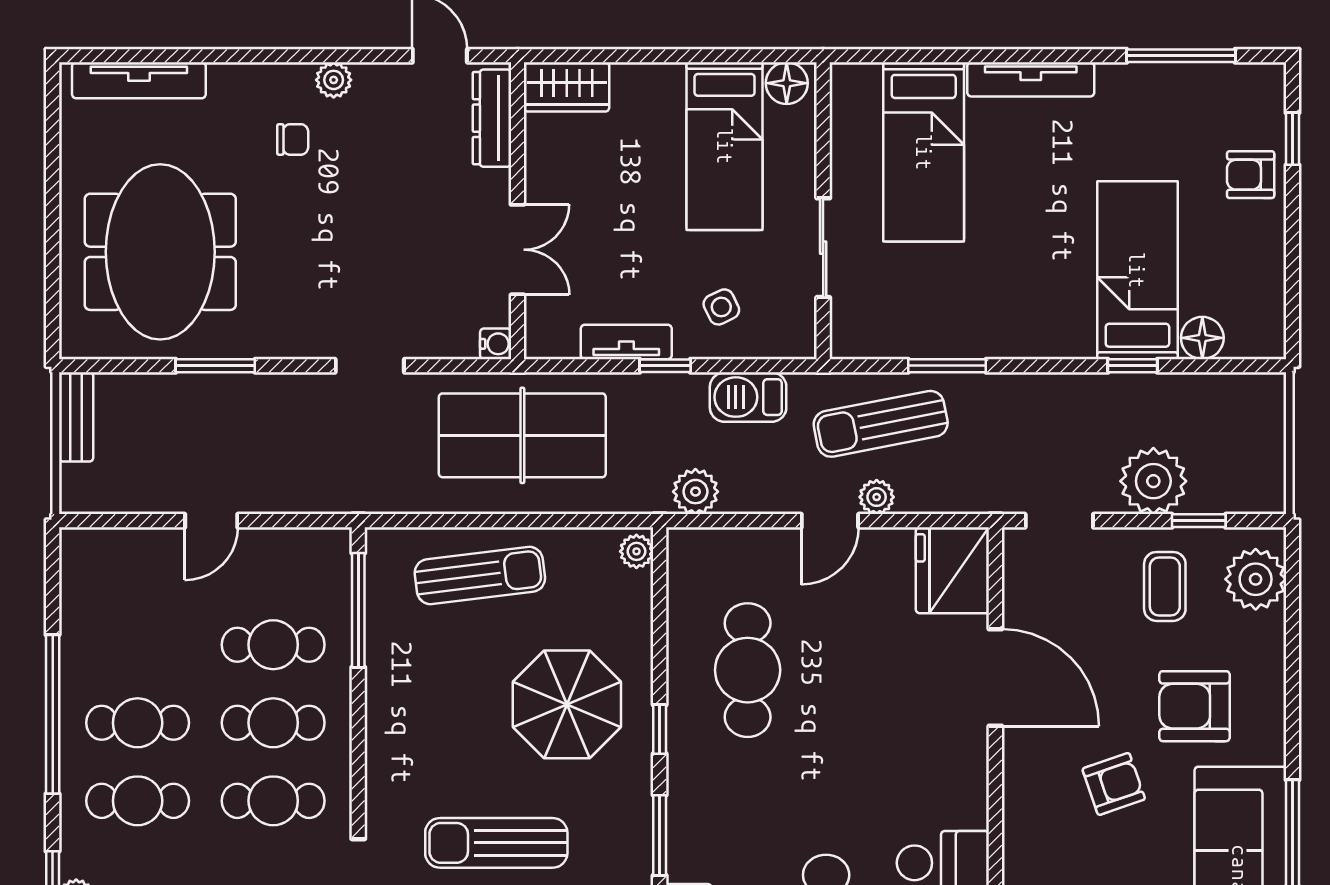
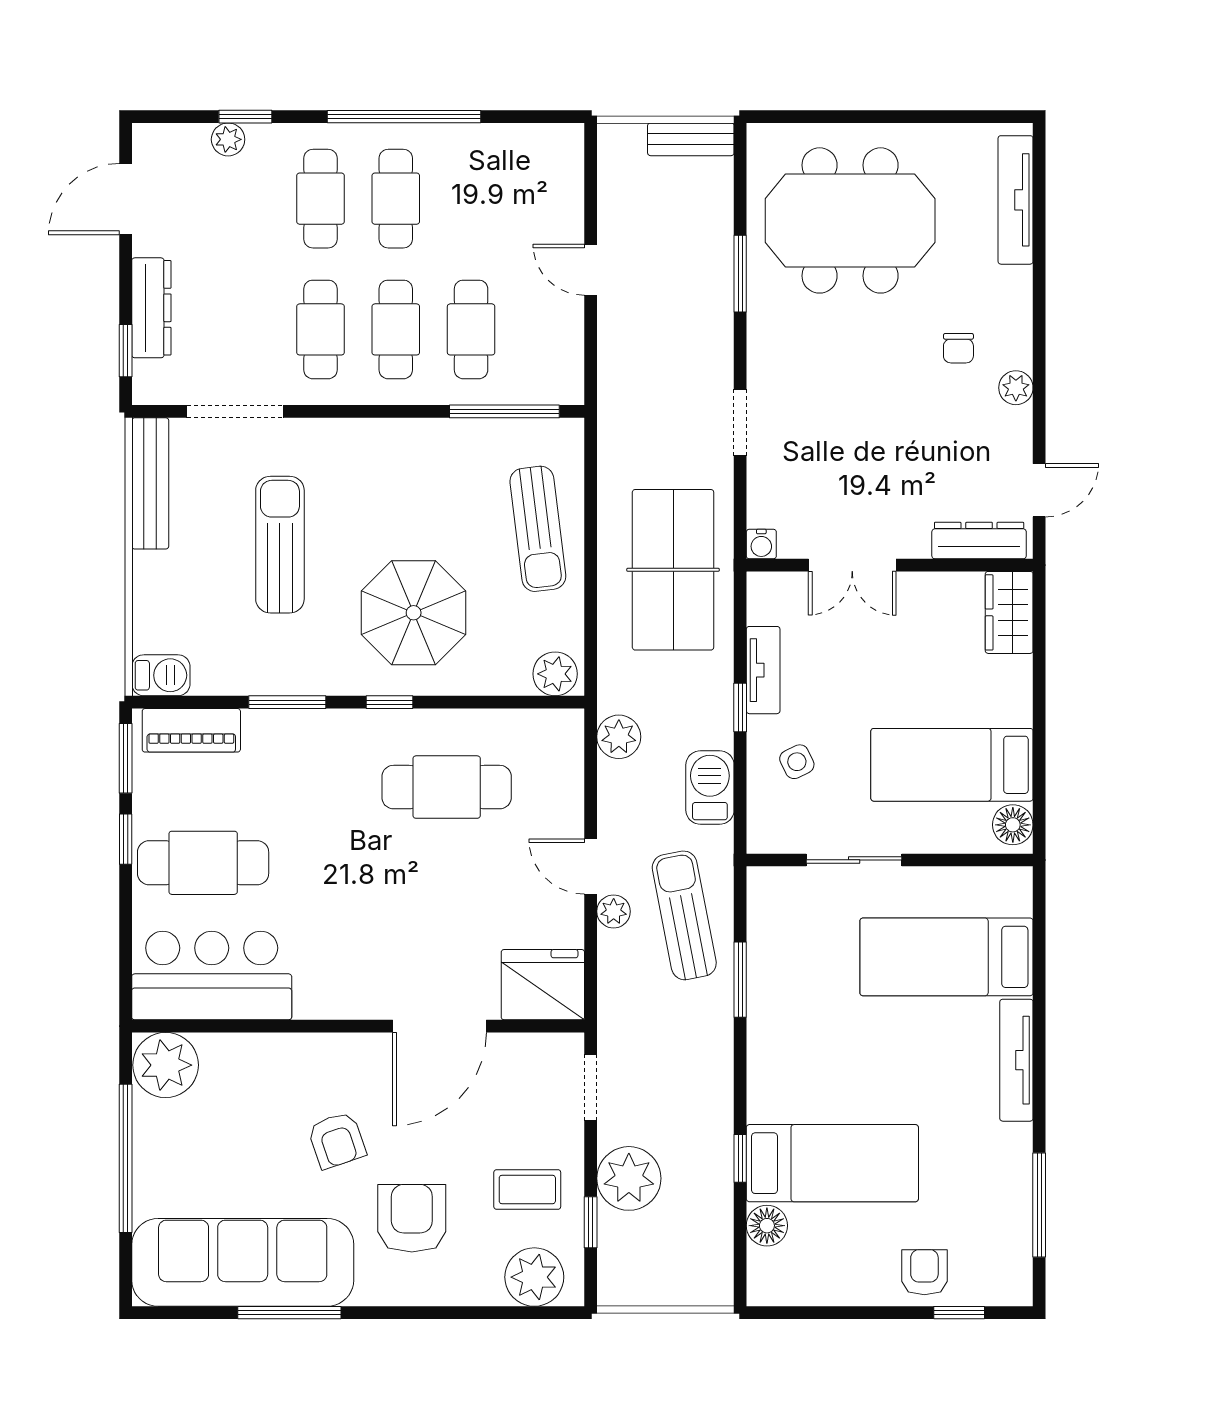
plant: (636, 551) -> (555, 674), width x1.38, depth x1.38

